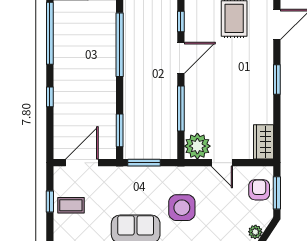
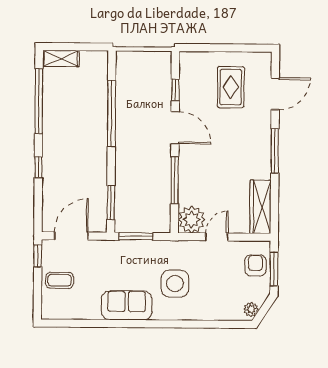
door: (181, 58) -> (175, 128), hinge flipped
window: (277, 80) -> (275, 151), width x1.44
wardrobe: (264, 142) -> (260, 207), width x1.50
door: (222, 163) -> (217, 237), swing flipped
window: (50, 202) -> (38, 256), moved

